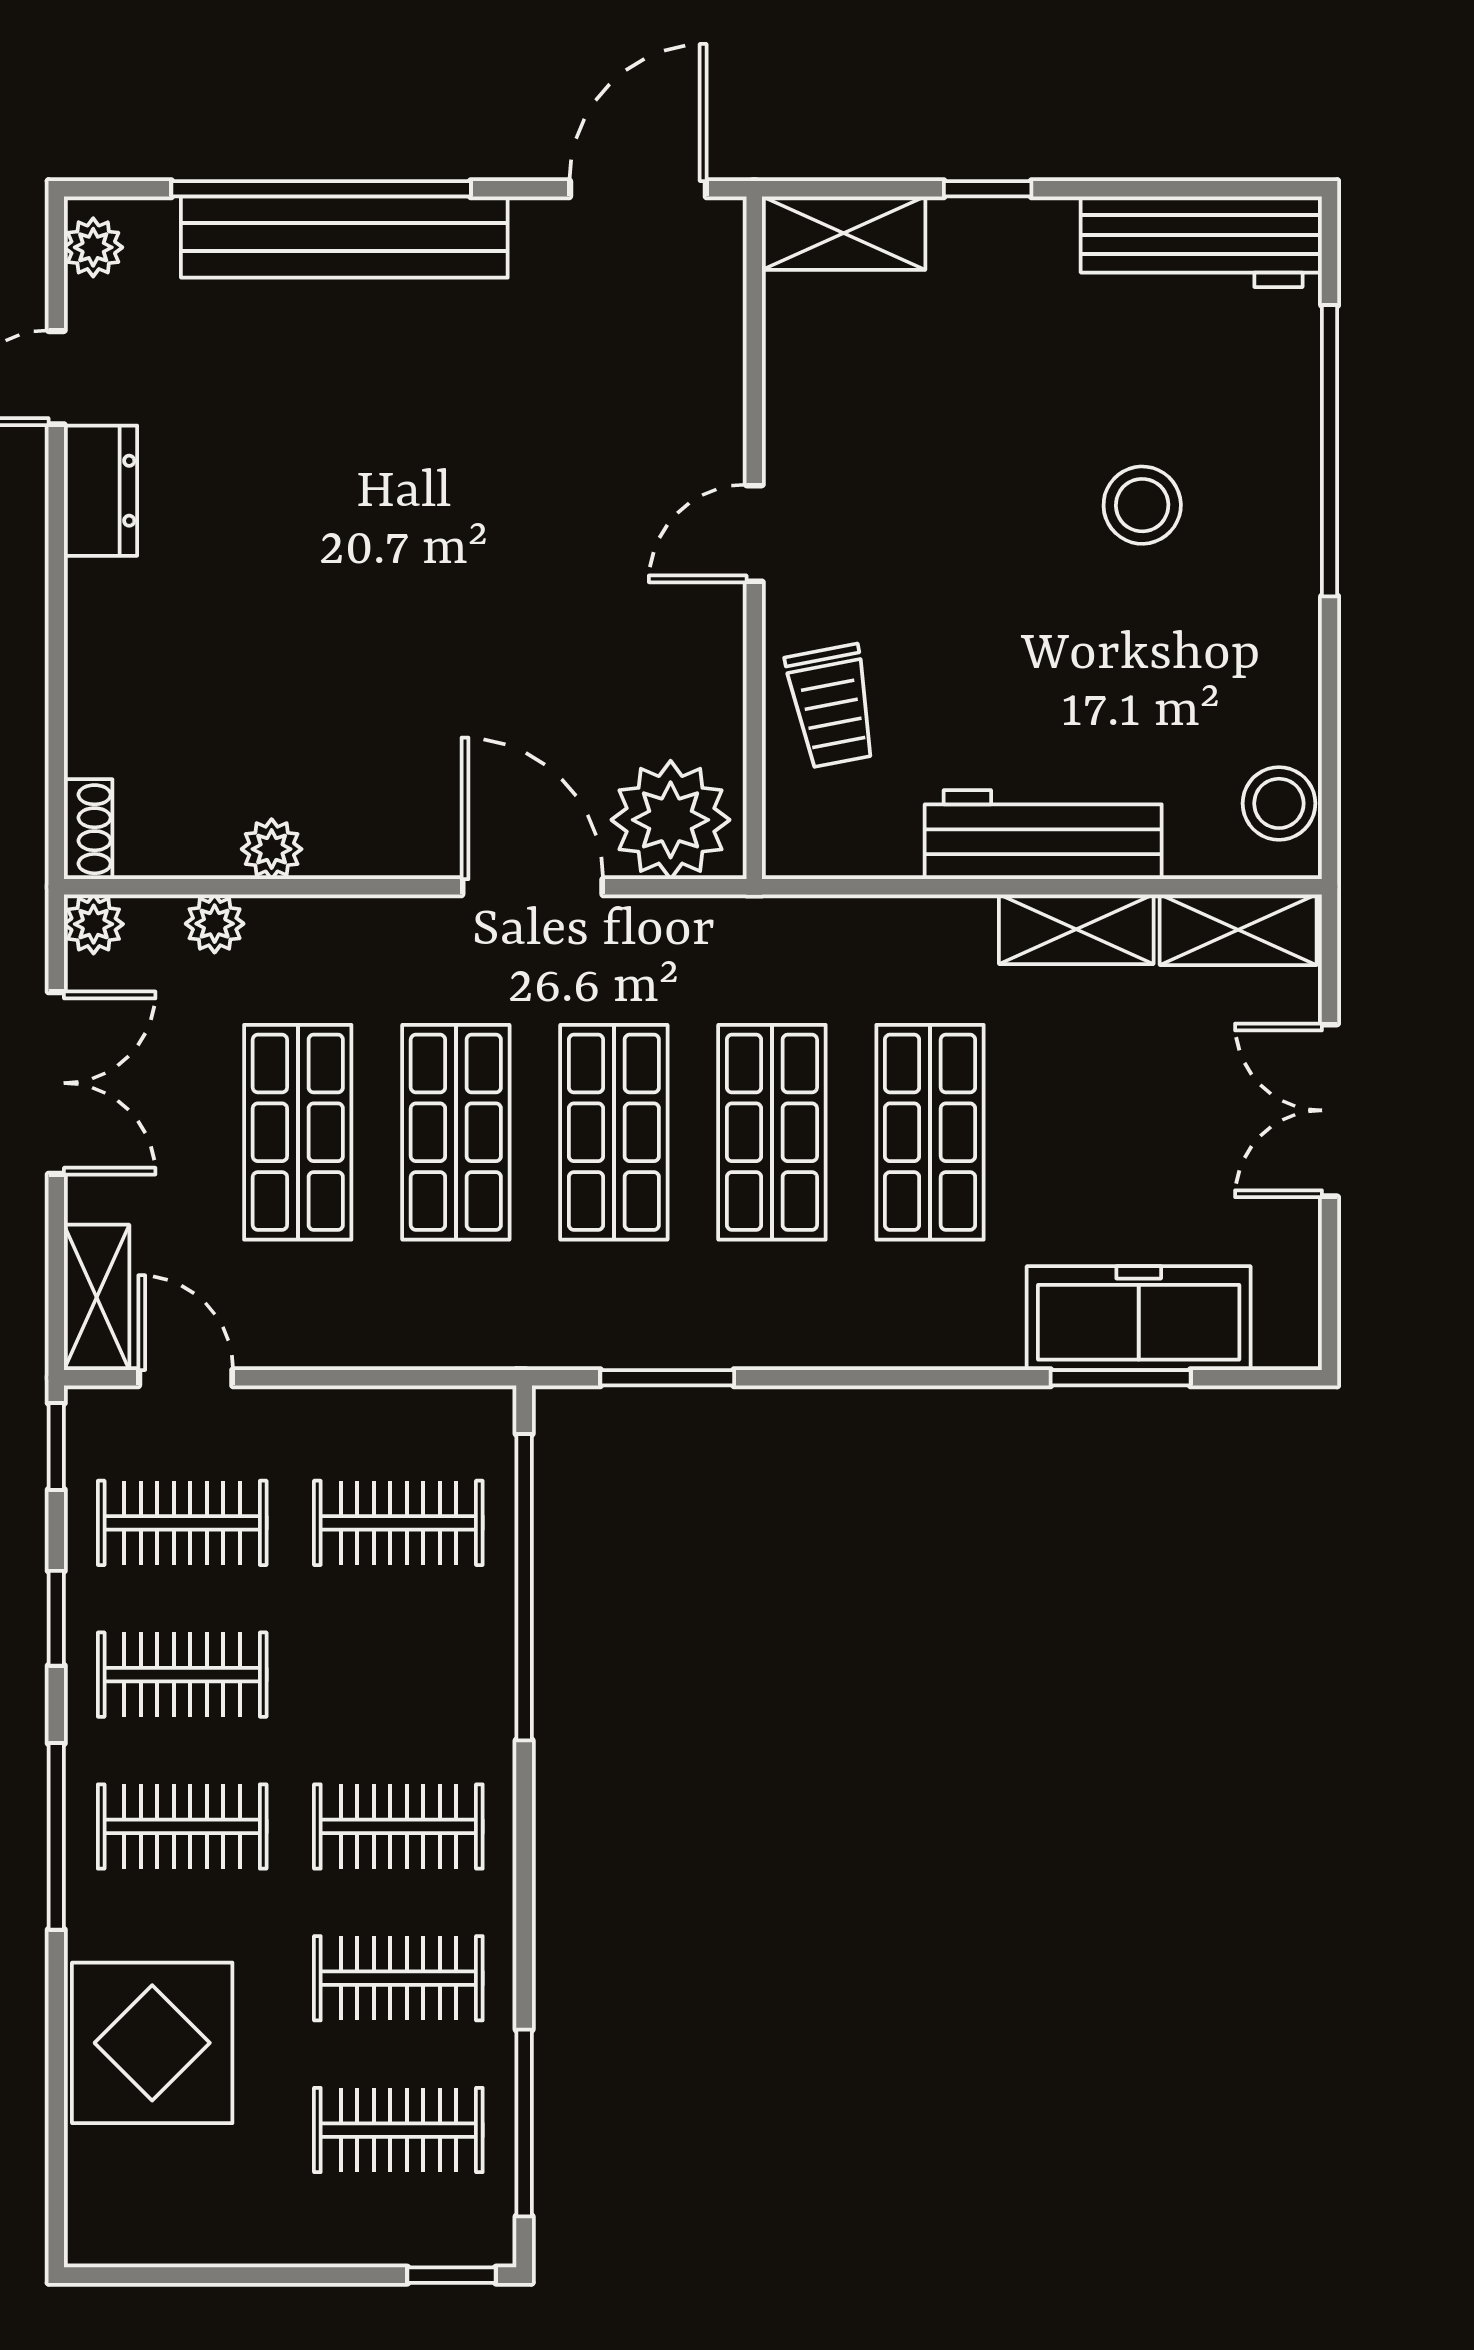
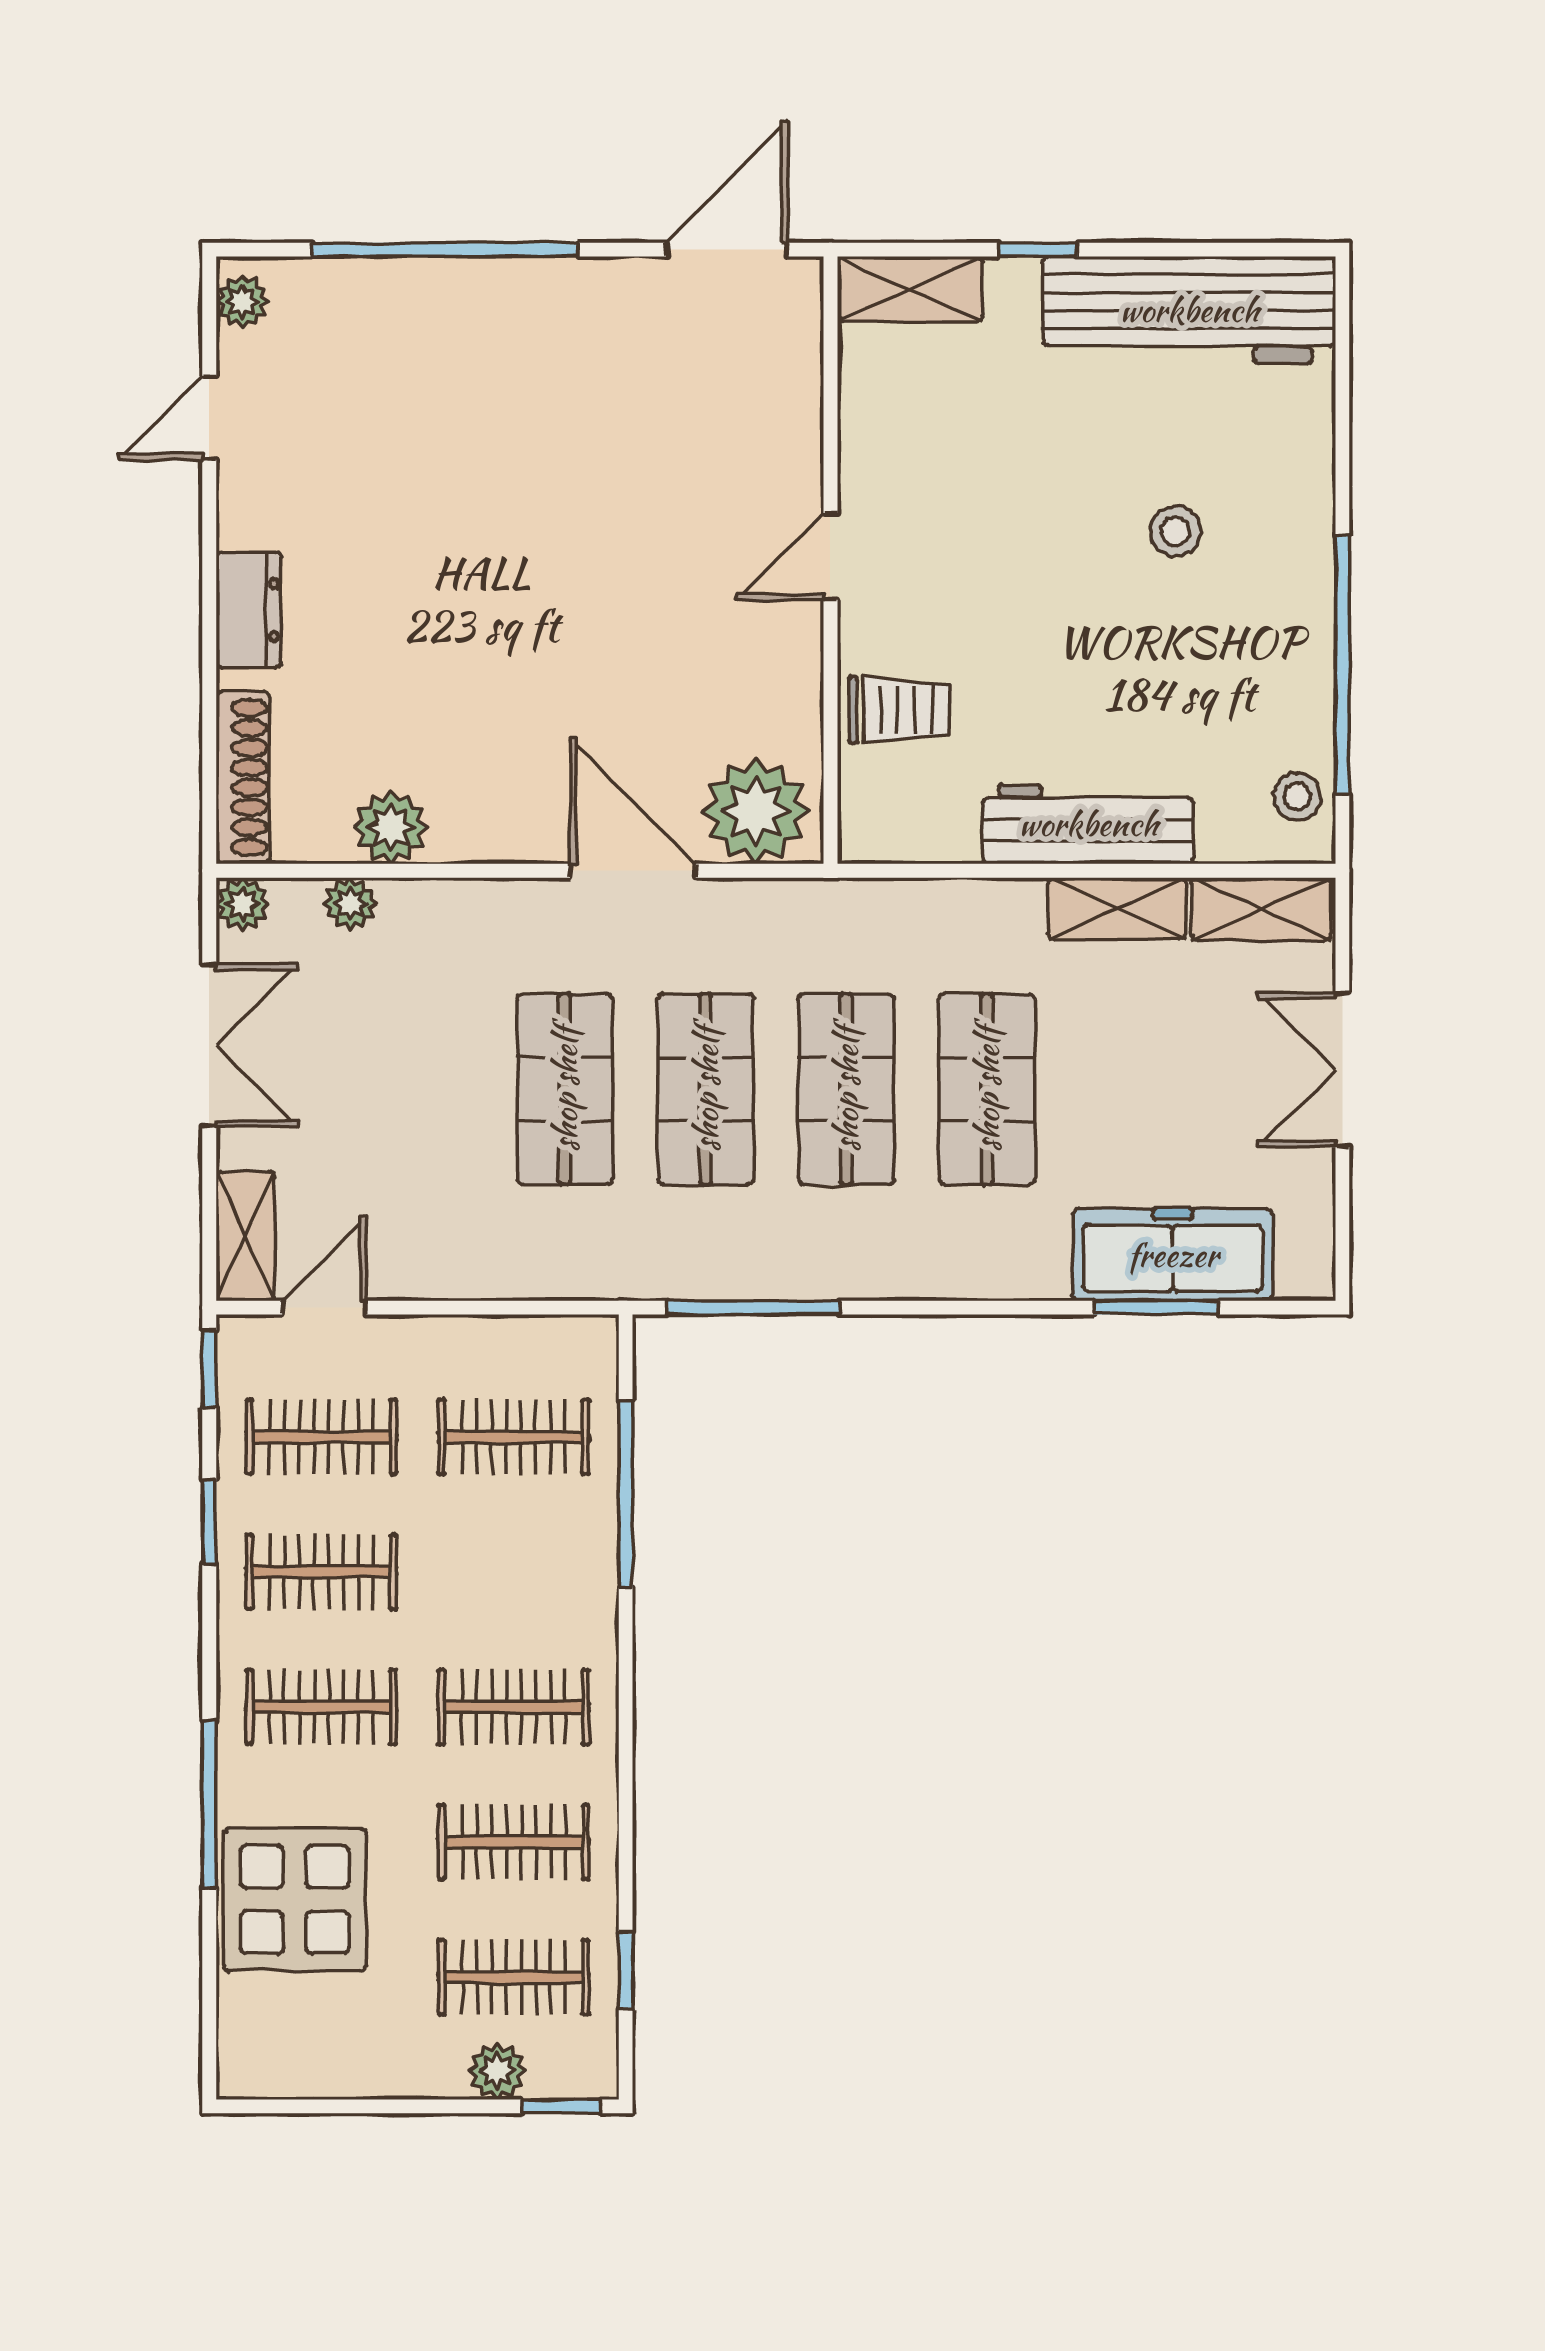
bench: (344, 237) -> (466, 293), removed
workbench: (1201, 242) -> (1189, 310), width x1.36, depth x1.32
window: (1330, 451) -> (1342, 665), moved
dresser: (101, 491) -> (249, 610), moved
stool: (1142, 505) -> (1176, 531), width x0.73, depth x0.73
trolley: (832, 706) -> (899, 710), turned -79
stool: (1279, 803) -> (1297, 797), width x0.73, depth x0.73
shoe rack: (88, 829) -> (243, 778), width x1.94, depth x1.24
plant: (272, 849) -> (391, 827), width x1.38, depth x1.38
shop shelf: (298, 1132) -> (424, 1089), removed
door: (186, 1378) -> (324, 1308), hinge flipped
window: (667, 1378) -> (753, 1308), width x1.44
window: (524, 1587) -> (626, 1494), width x0.68
window: (56, 1836) -> (209, 1804), moved
window: (524, 2123) -> (626, 1971), width x0.46
plant: (380, 2236) -> (497, 2071), added

